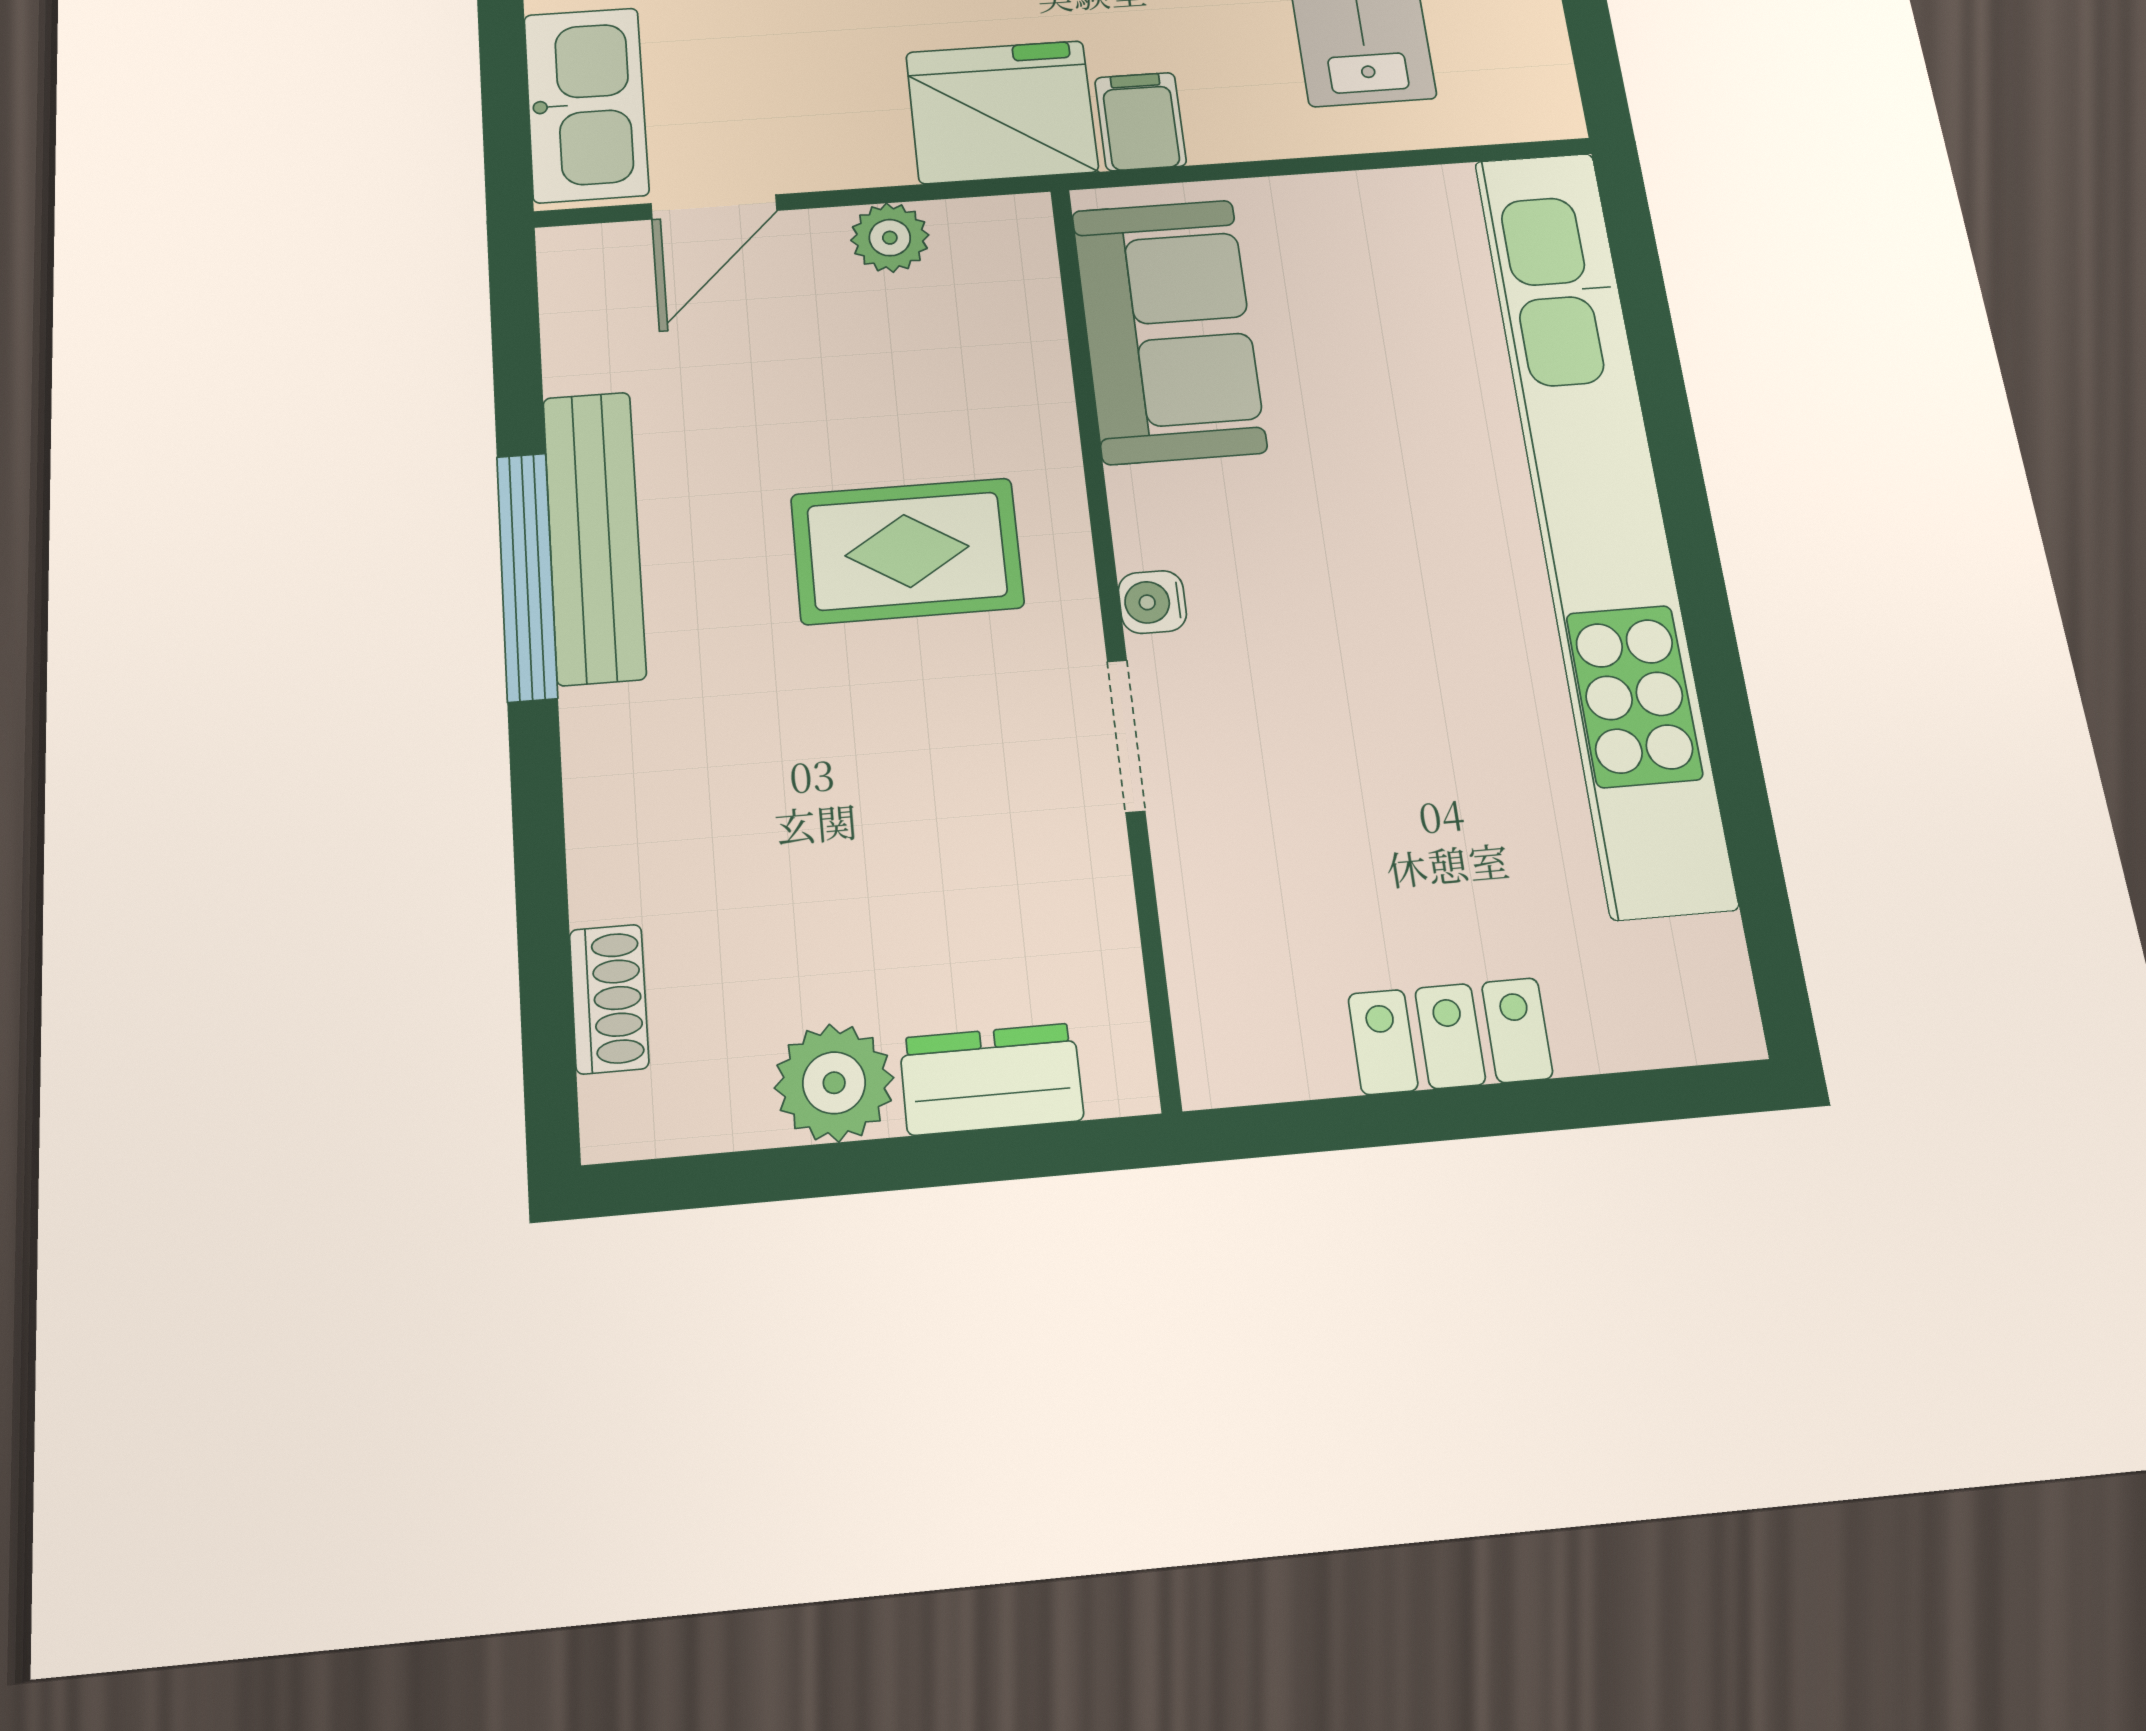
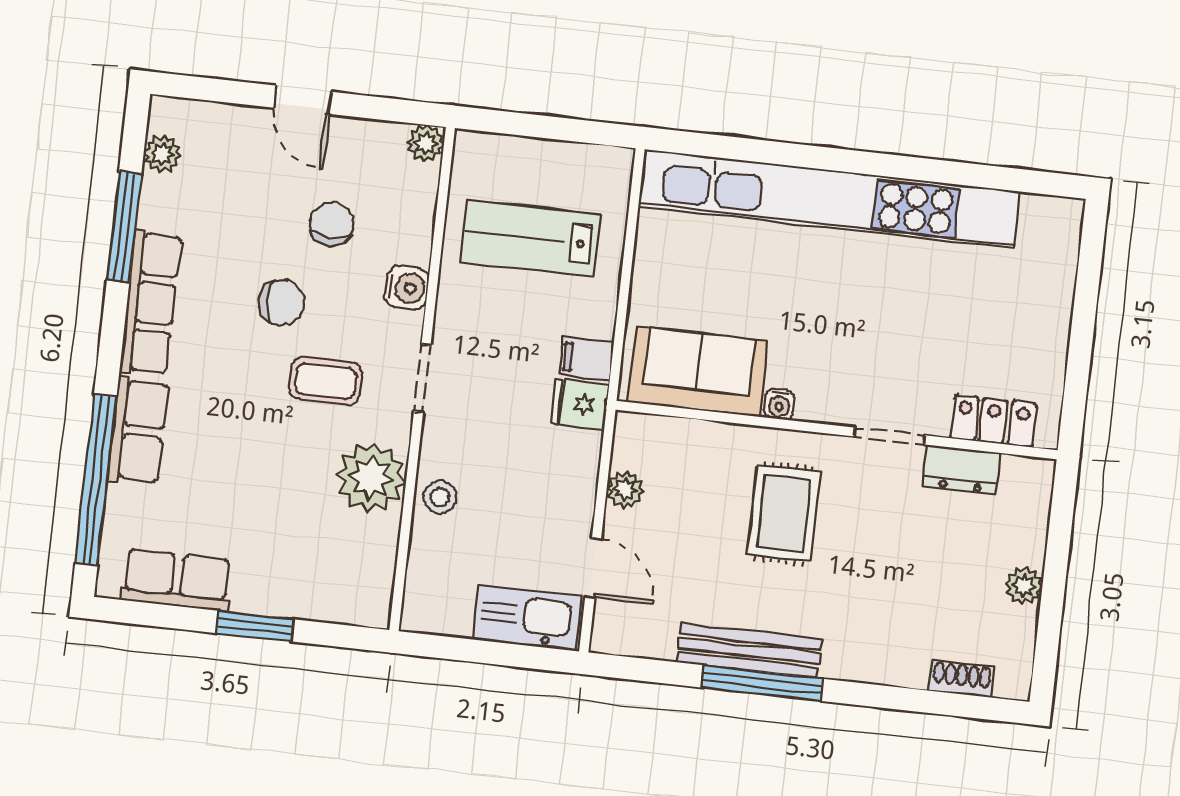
fridge: (1002, 112) -> (580, 404), width x0.53, depth x0.75
water cooler: (1152, 602) -> (779, 404), moved
locker: (1450, 1036) -> (993, 421), moved, turned 90
dresser: (991, 1079) -> (962, 470), moved, turned -90
plant: (834, 1083) -> (1024, 586), width x0.73, depth x0.73

